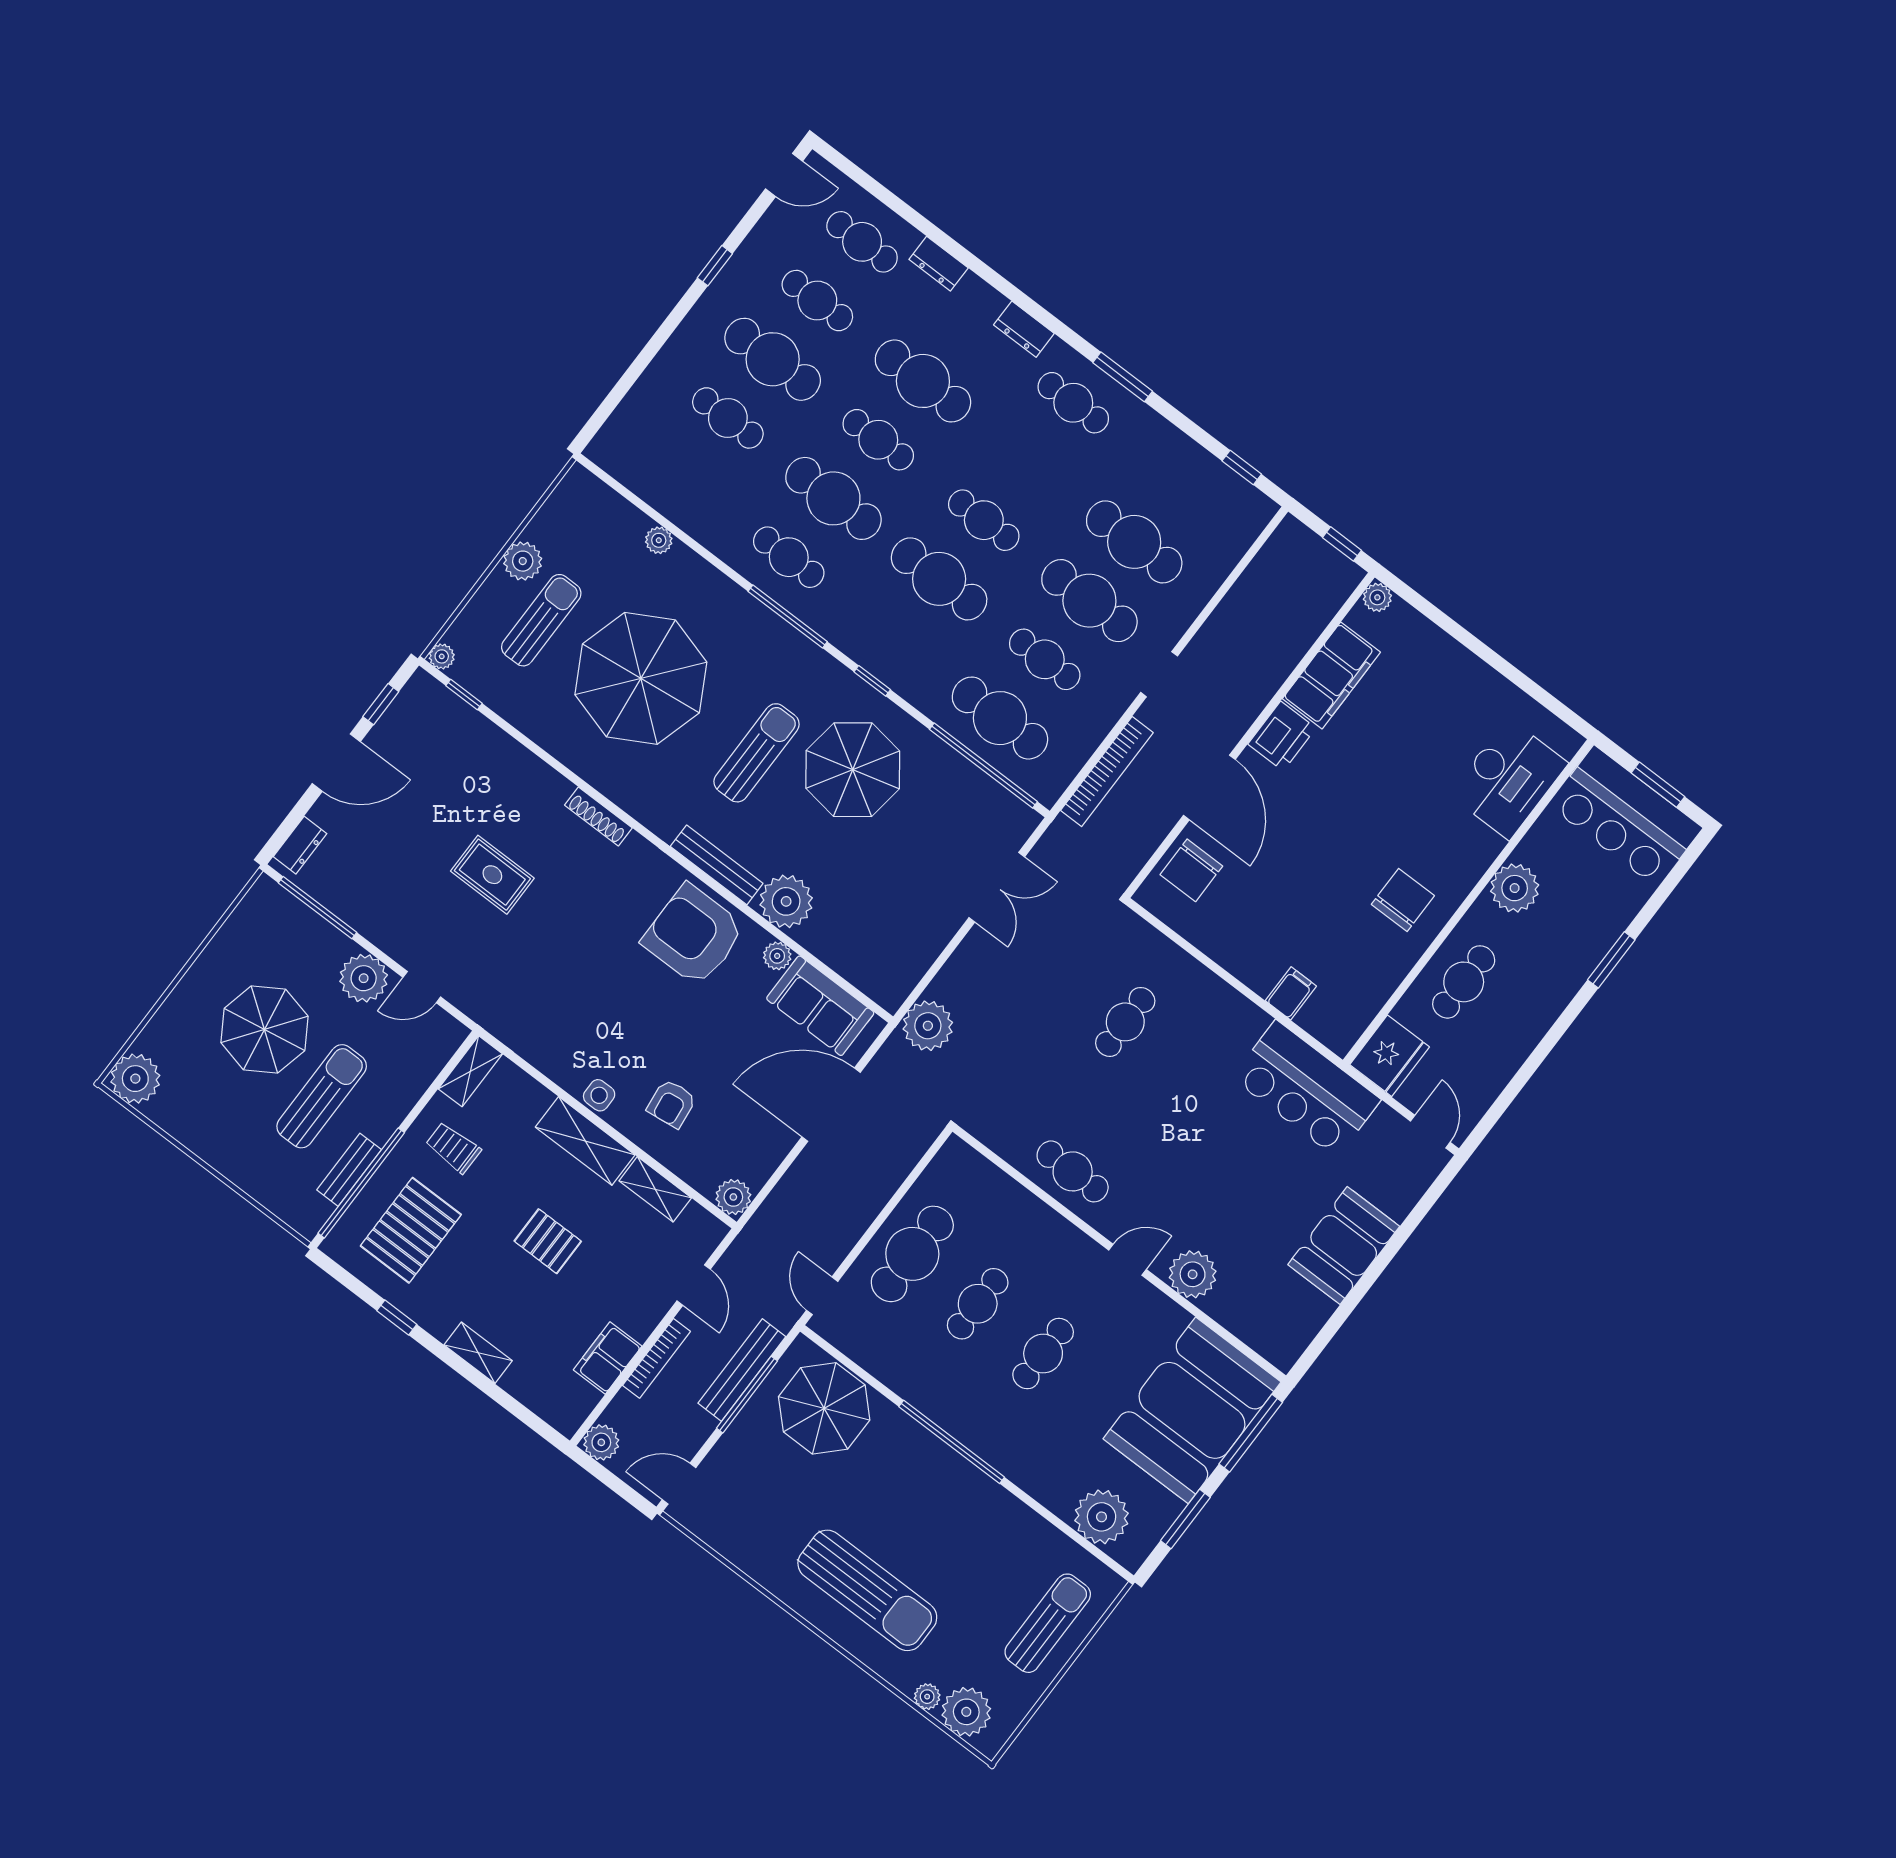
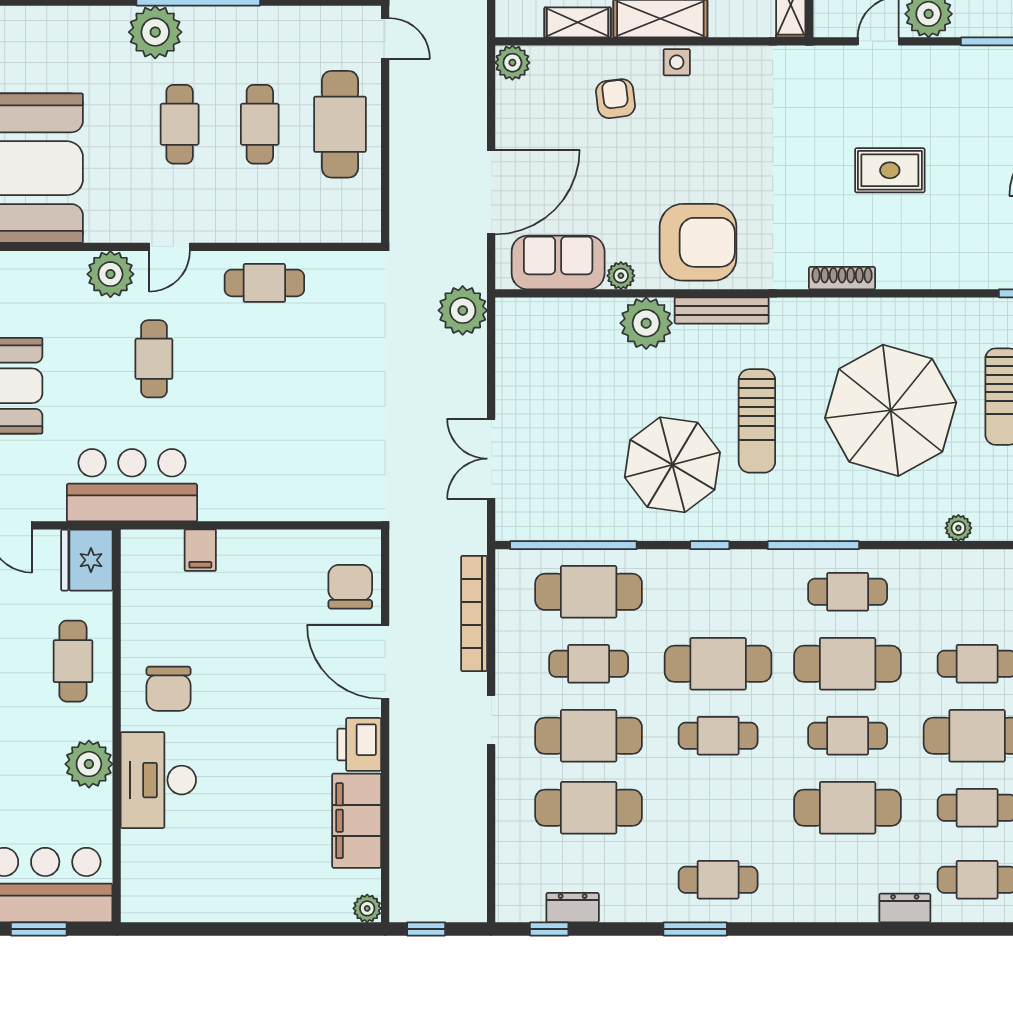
dresser: (1024, 329) -> (573, 908), moved
desk: (1508, 779) -> (158, 780), moved
cafe table: (1125, 1022) -> (154, 359), moved
plant: (1102, 1517) -> (155, 32), moved

